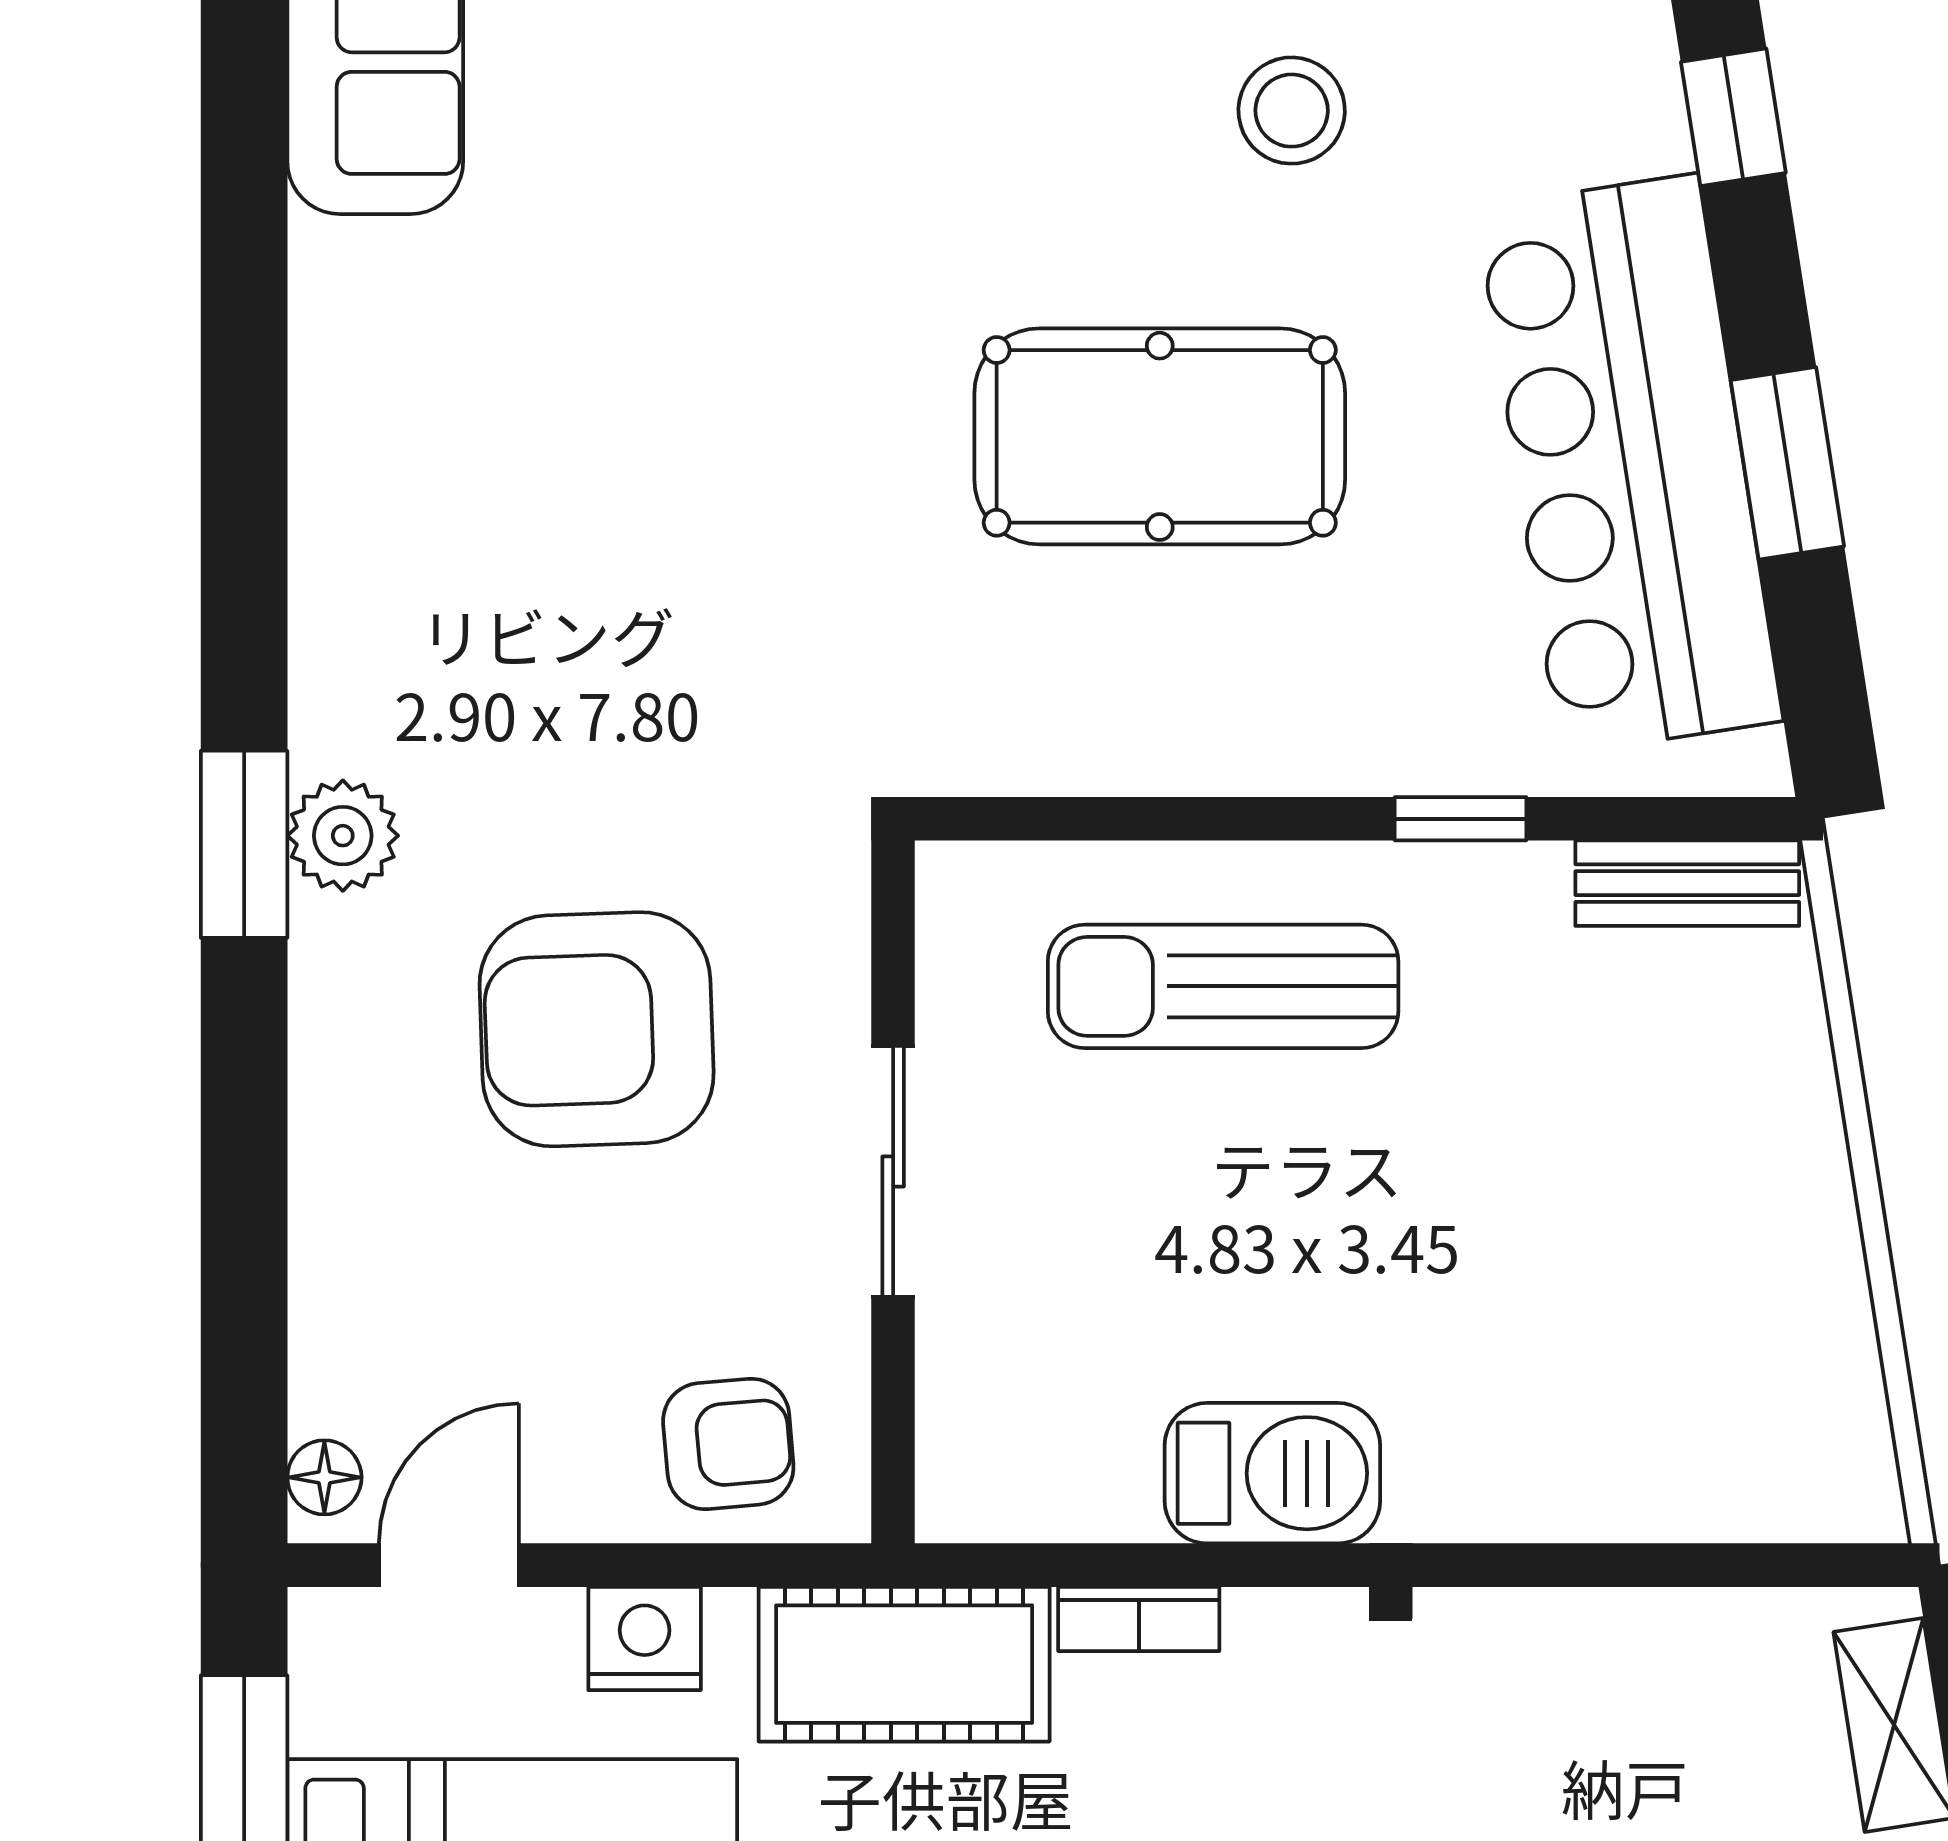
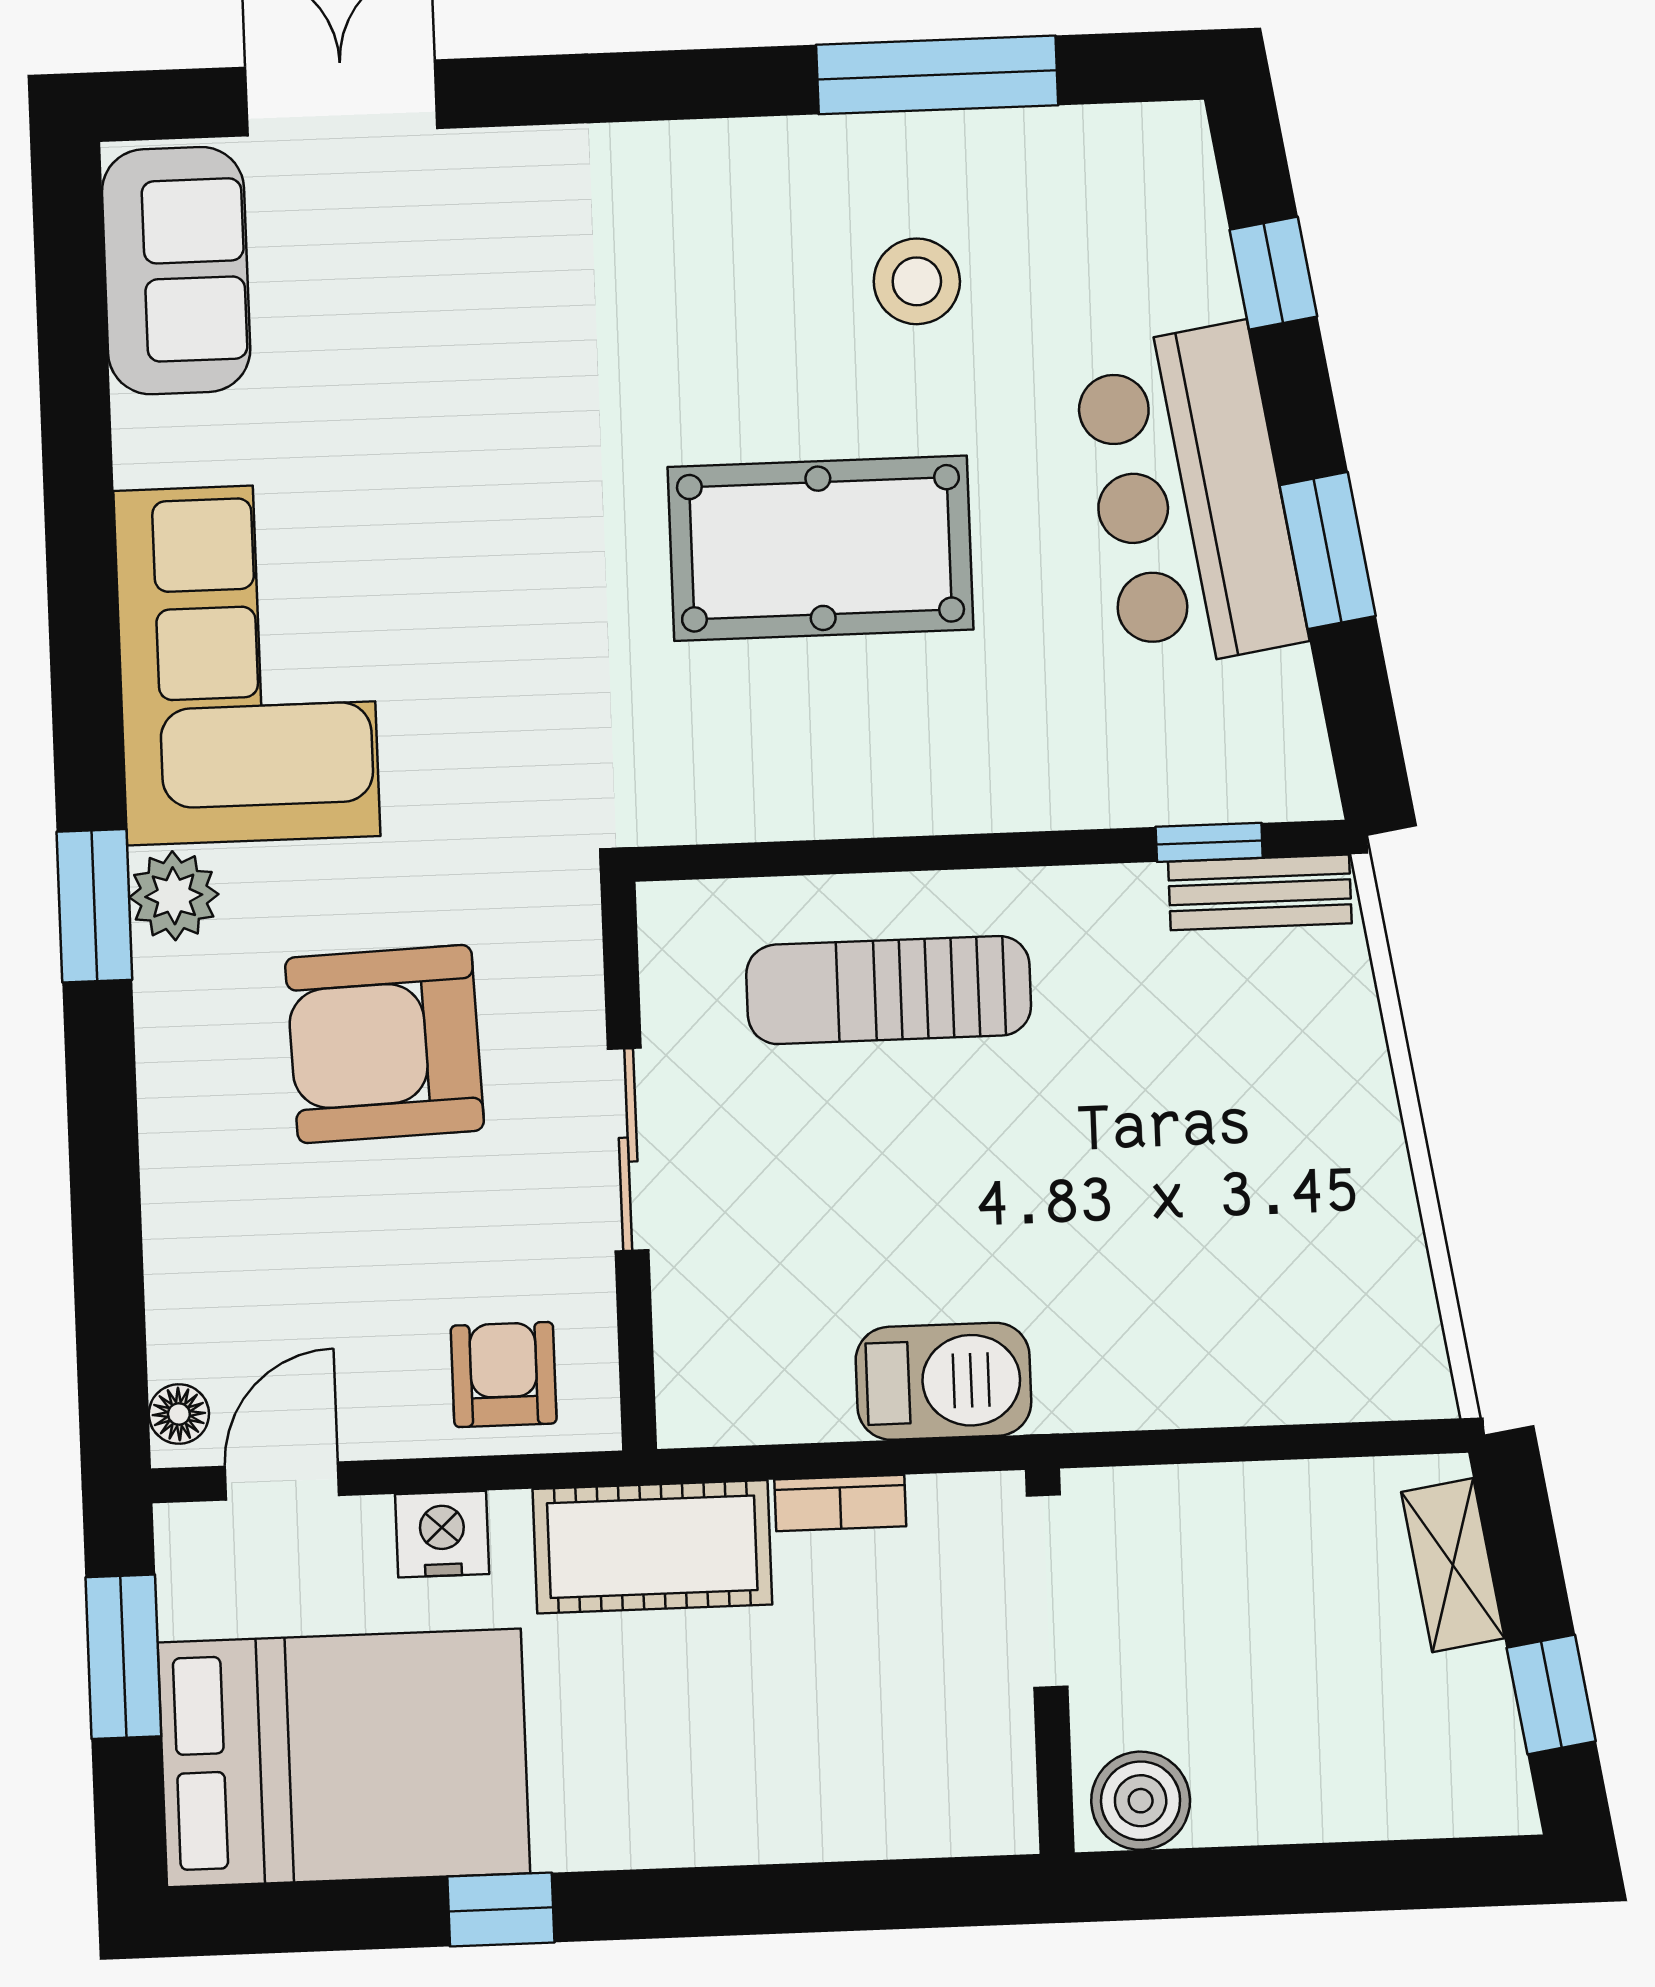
bar counter: (1629, 464) -> (1189, 498), width x0.73
corner sofa: (444, 552) -> (247, 663), added
window: (1460, 819) -> (1209, 842), moved
armchair: (728, 1444) -> (504, 1375), turned -85

